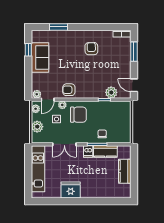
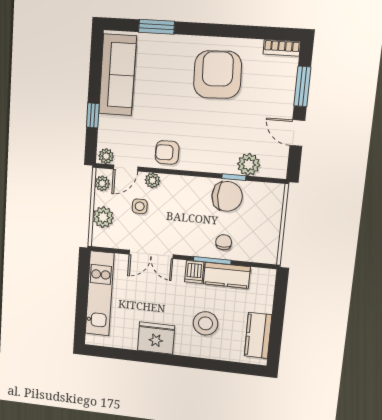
armchair: (91, 49) -> (217, 75), width x1.88, depth x1.88
window: (28, 50) -> (93, 115), moved
sofa: (40, 57) -> (117, 75), width x1.36
door: (134, 85) -> (297, 133), moved
chair: (78, 115) -> (227, 196), moved
kitchen counter: (125, 171) -> (258, 335), moved
stool: (97, 179) -> (205, 323), added

